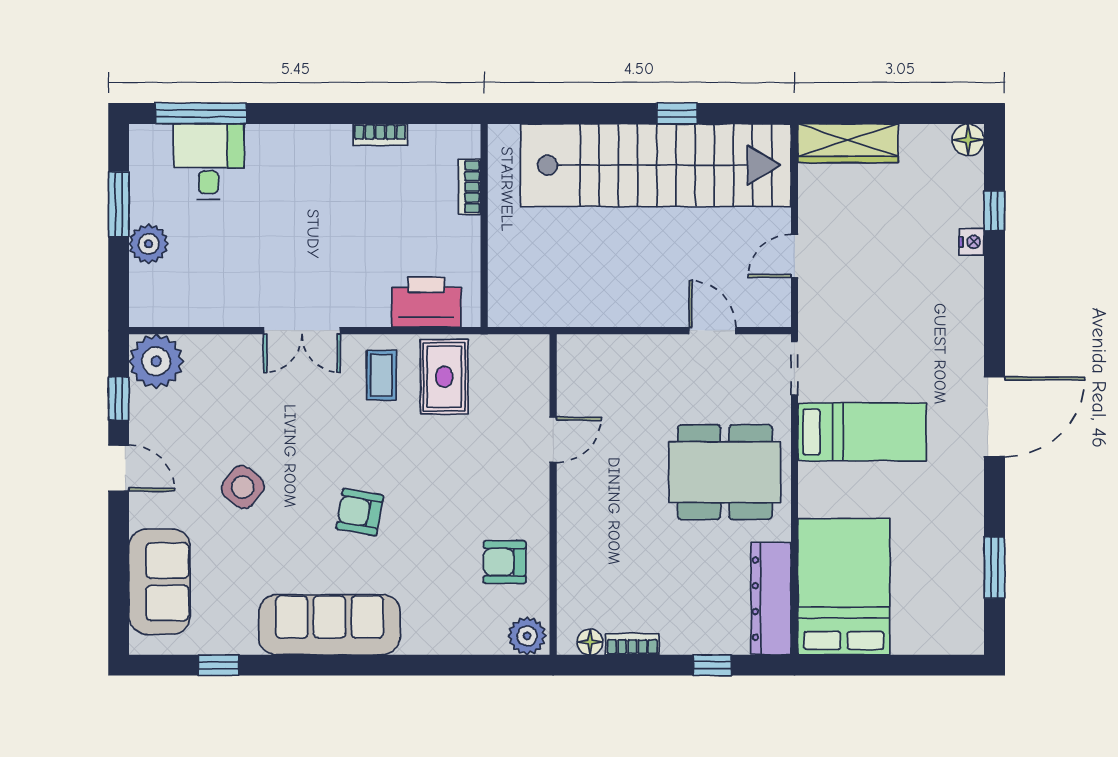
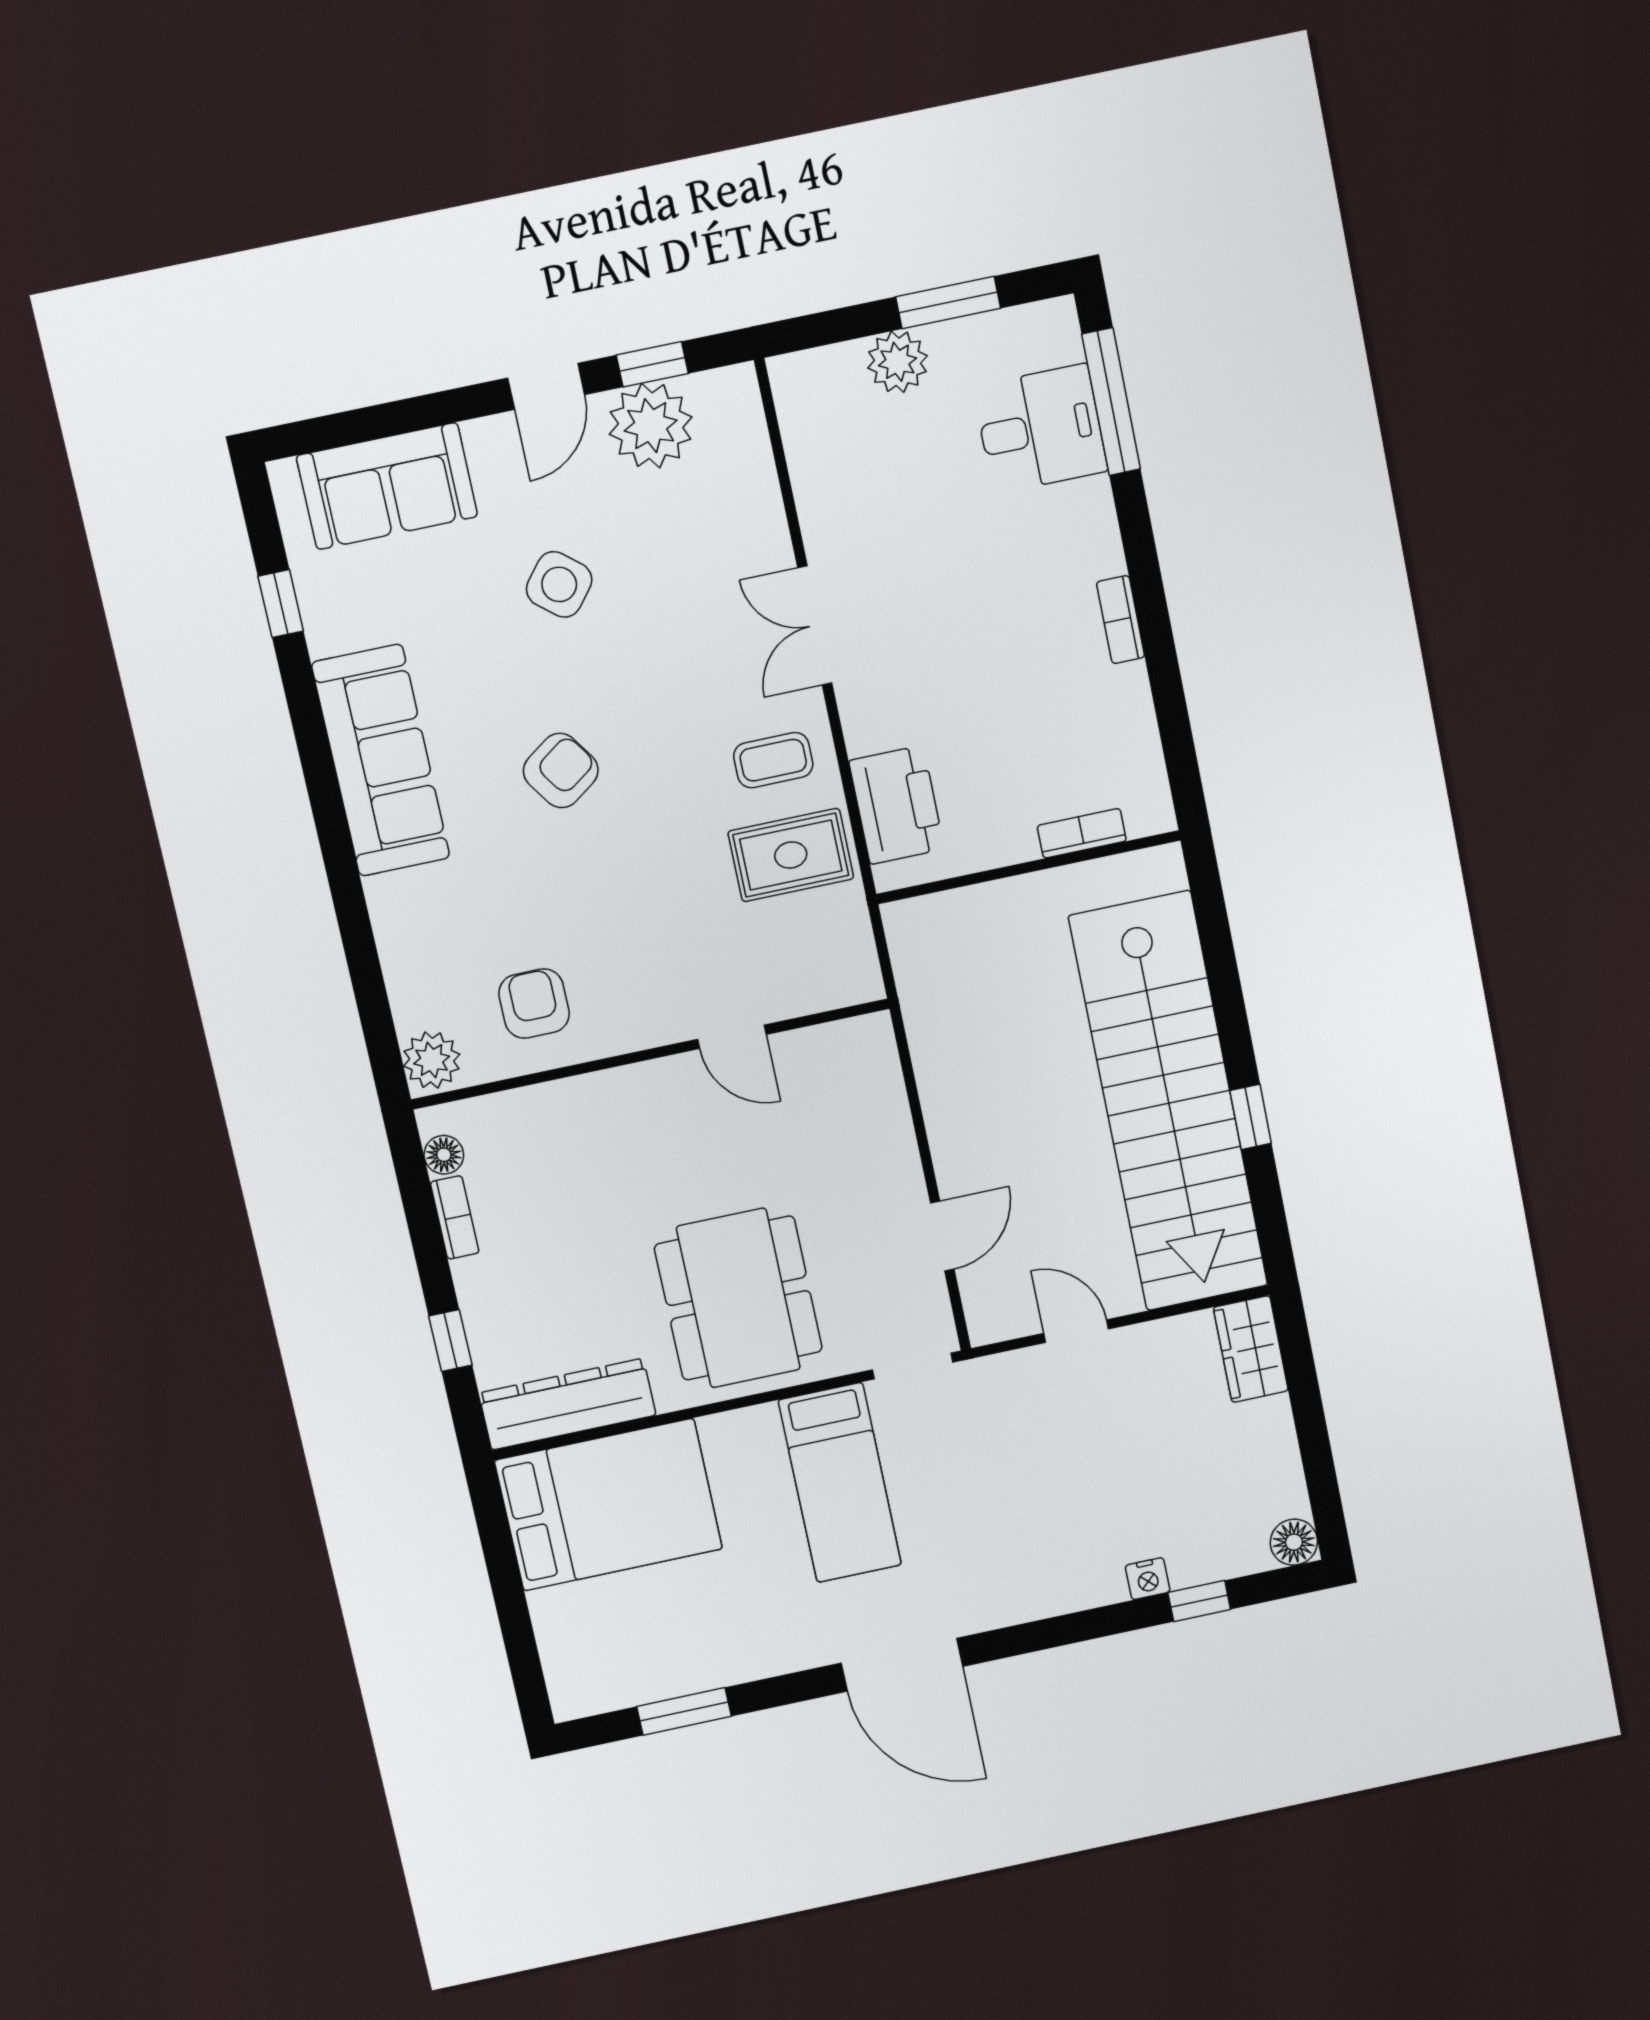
bookcase: (380, 135) -> (1121, 620), moved
wardrobe: (848, 143) -> (1251, 1349), width x0.67
plant: (156, 361) -> (651, 426), moved
armchair: (360, 512) -> (561, 771), turned 45

